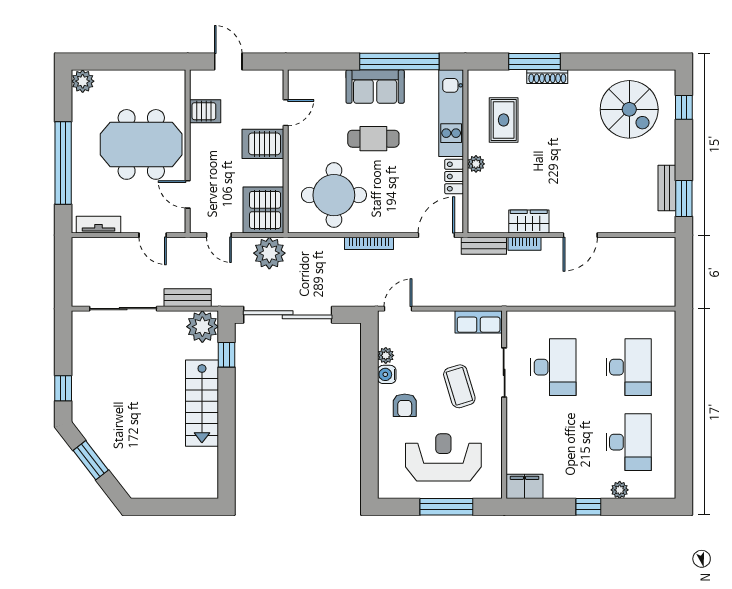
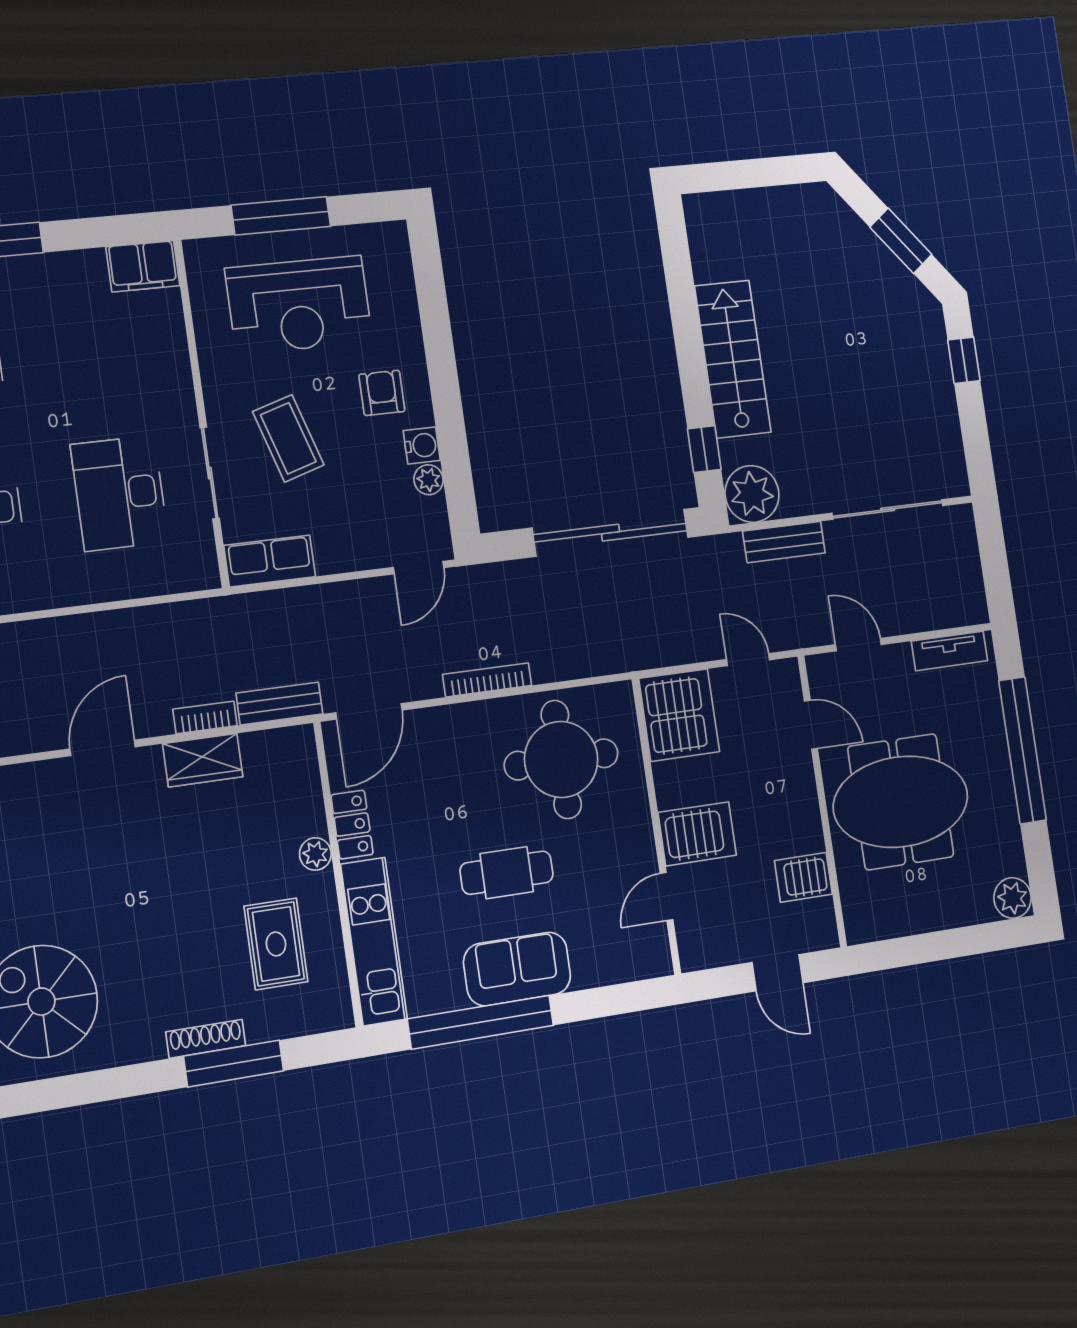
plant: (269, 253) -> (658, 639), removed

